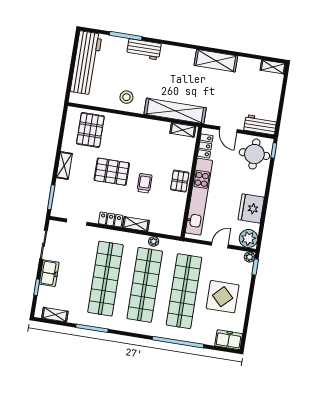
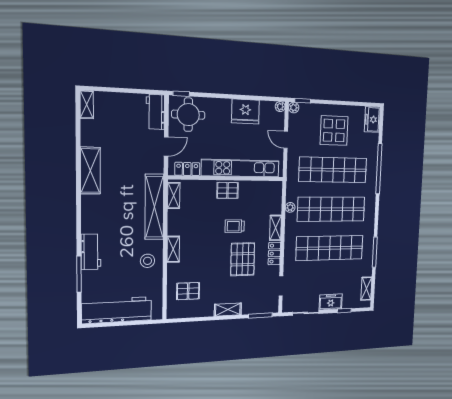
shelving: (133, 122) -> (173, 249), added
pallet: (90, 130) -> (188, 291), width x0.67, depth x0.71
pallet: (112, 172) -> (243, 259), moved
plant: (248, 238) -> (280, 107), width x0.53, depth x0.53

